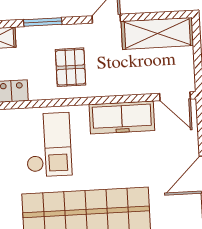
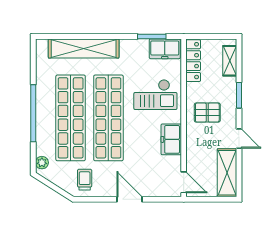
door: (175, 96) -> (184, 182), swing flipped
freezer: (122, 117) -> (171, 139), width x0.71

